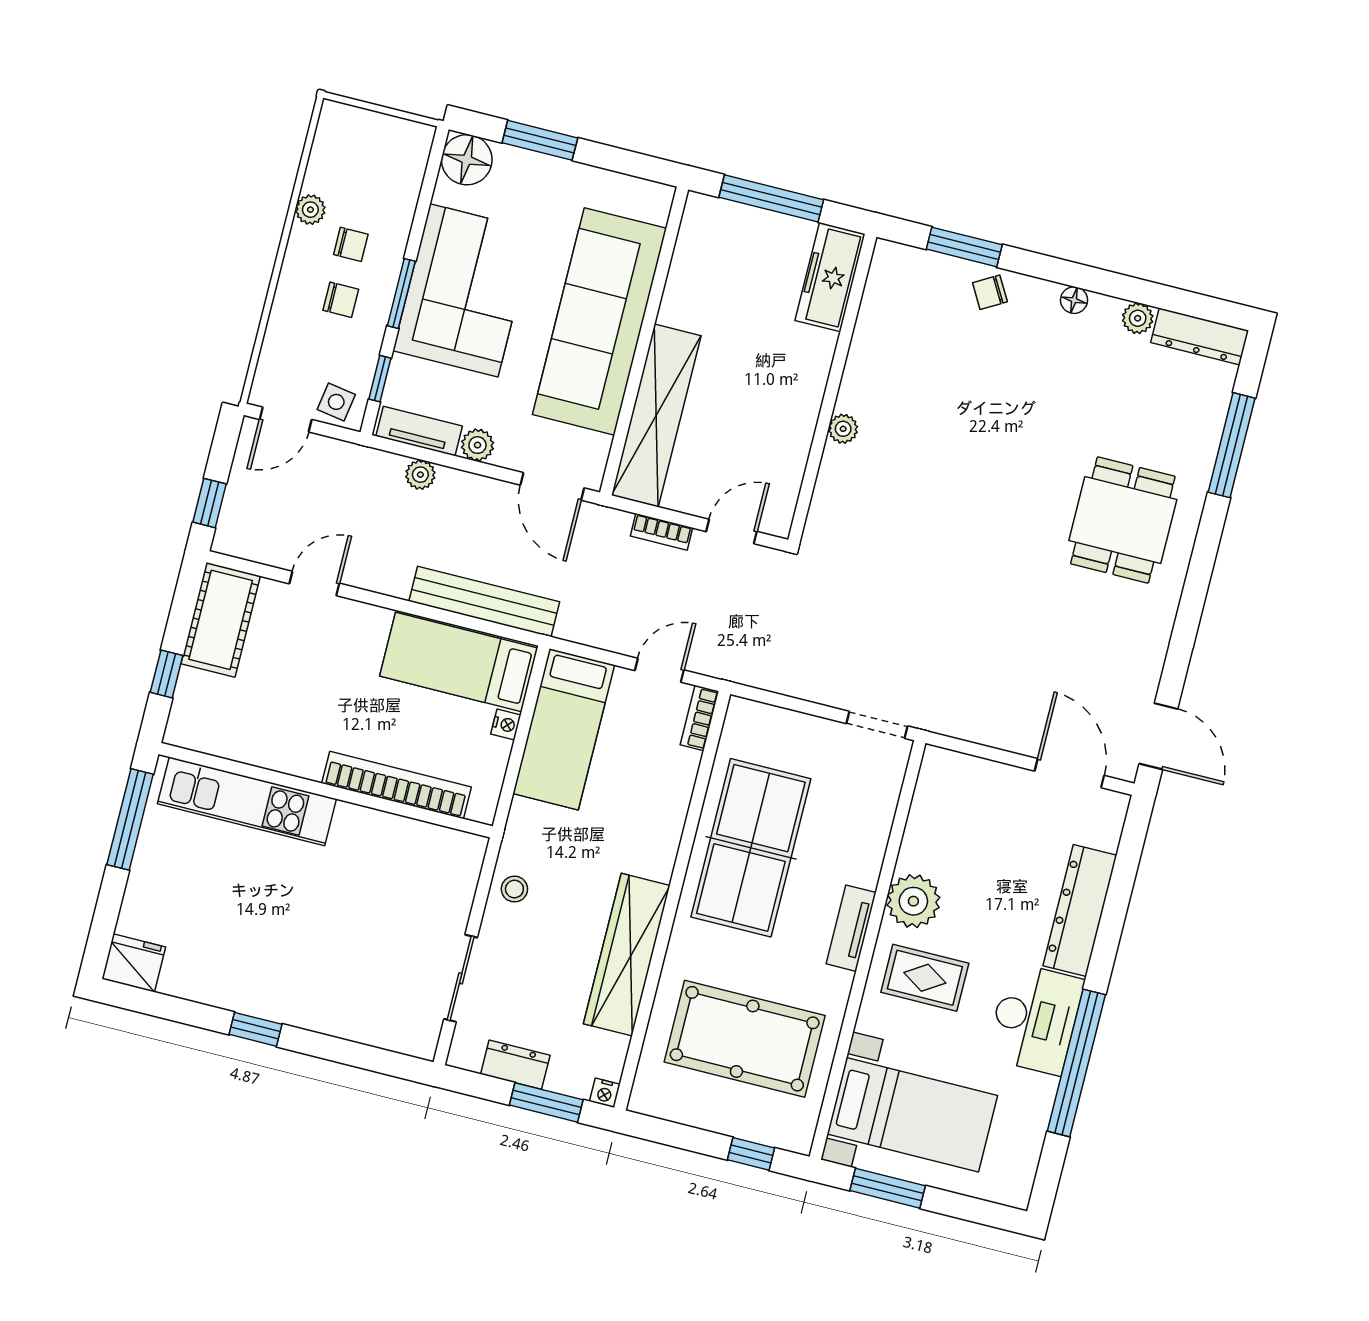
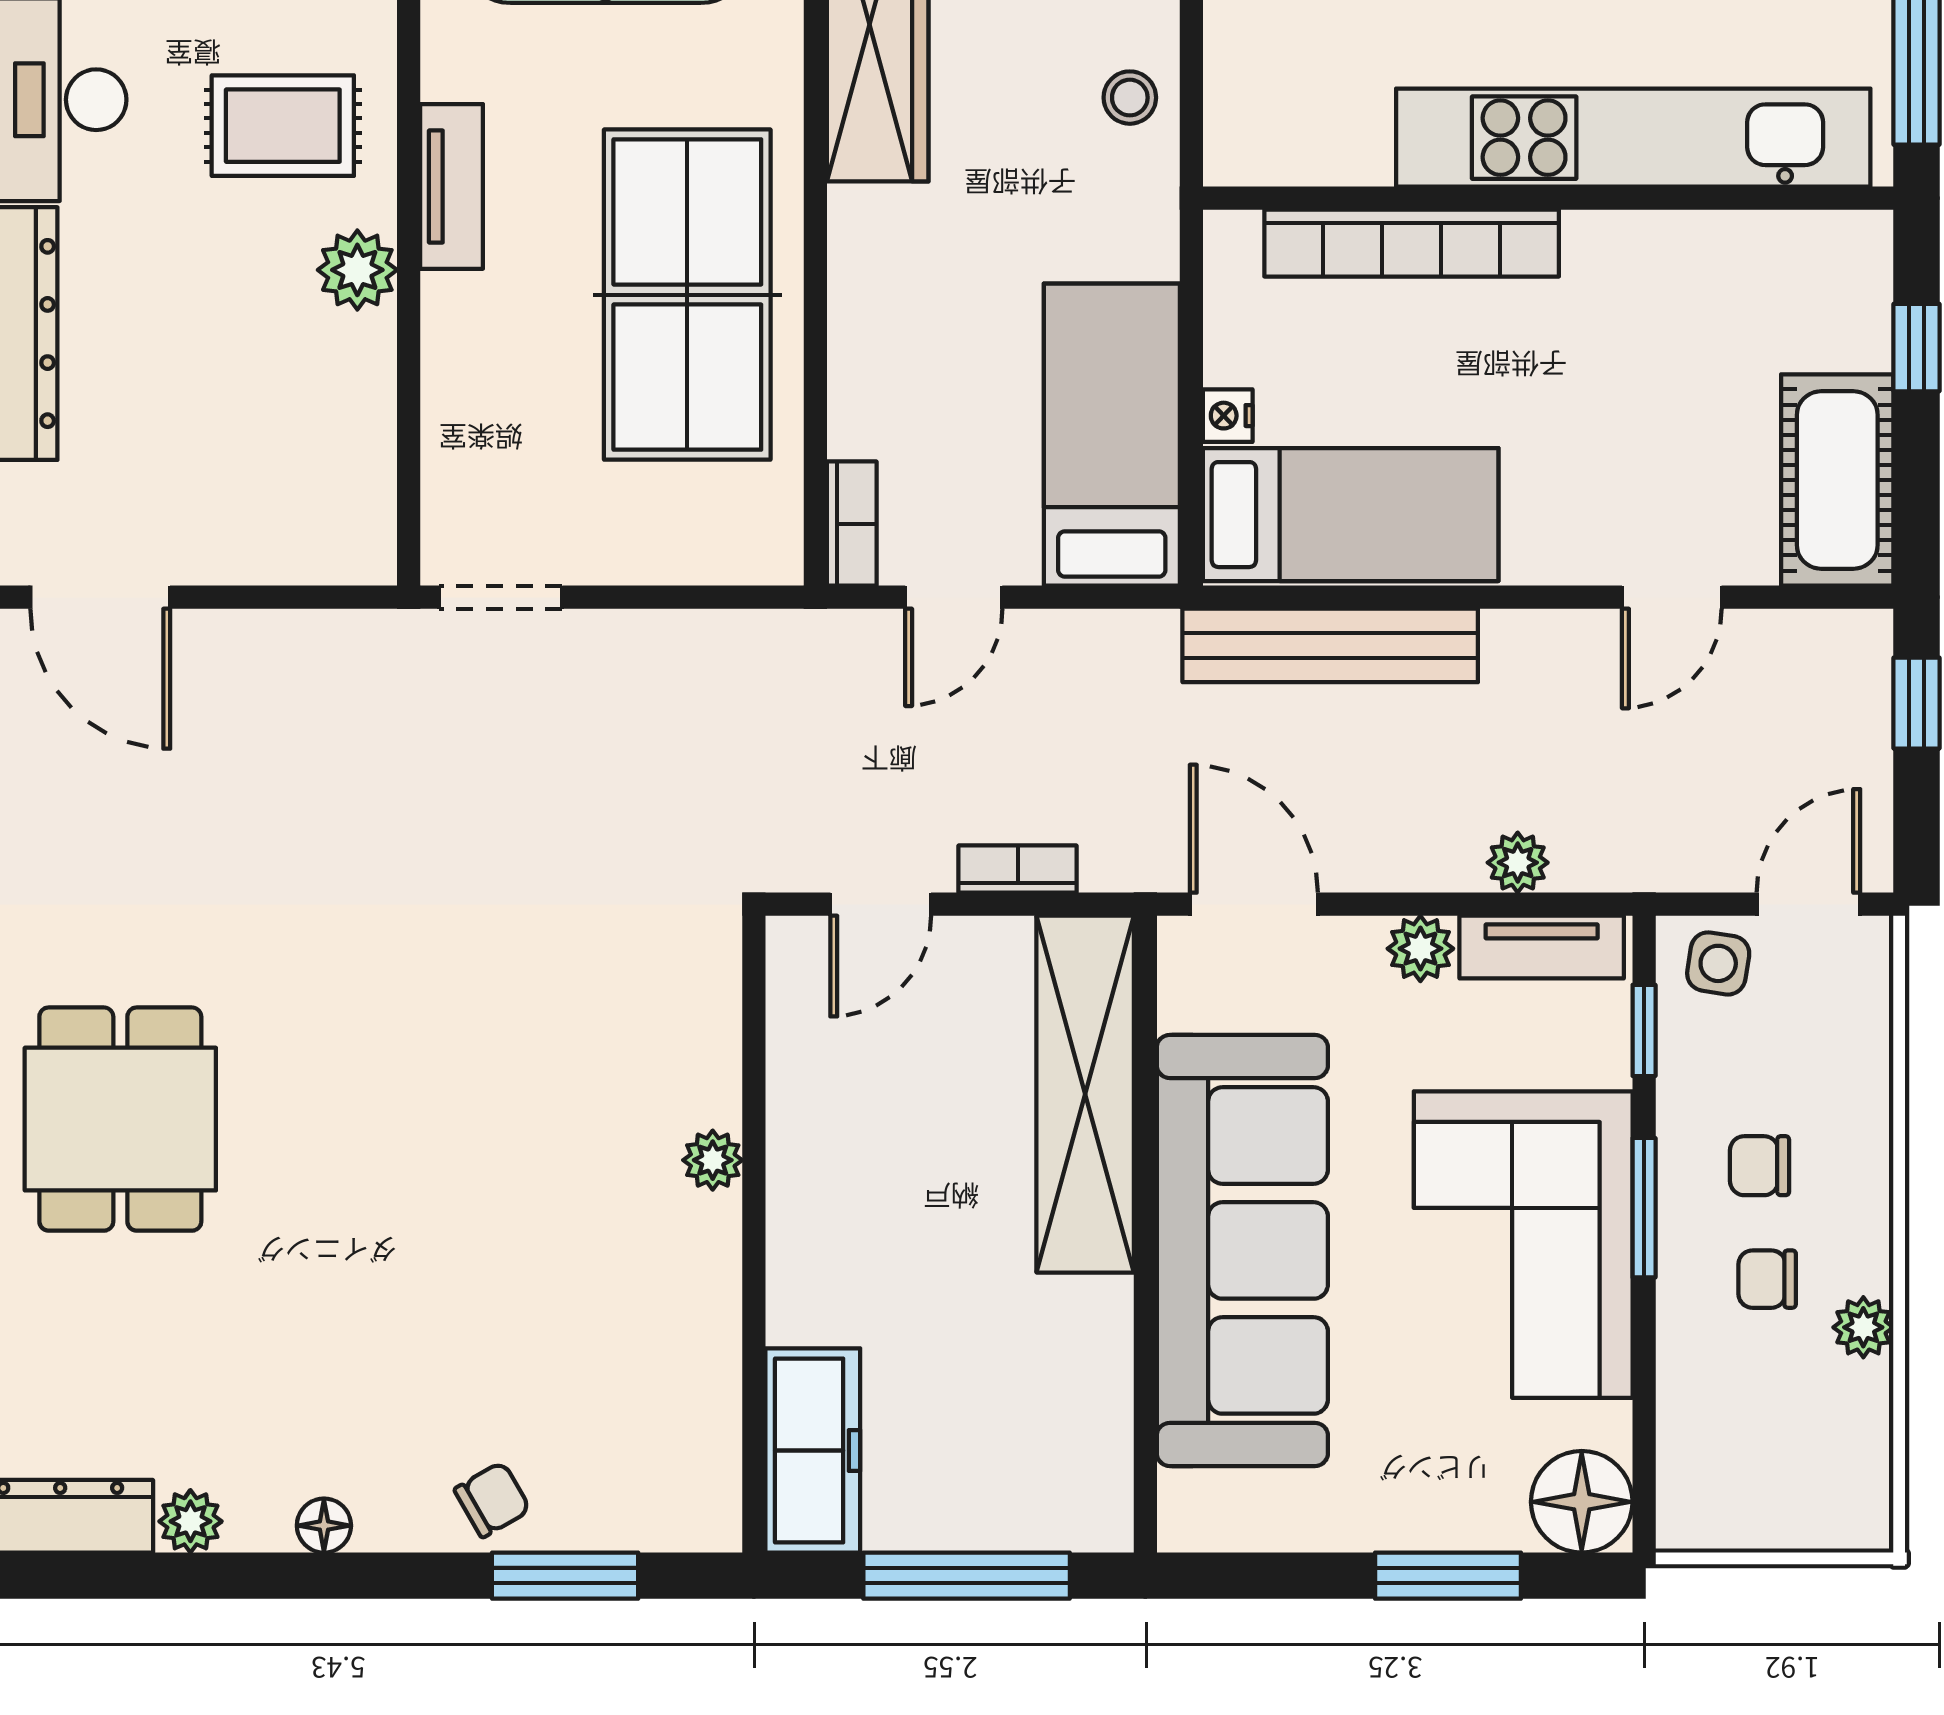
kitchen unit: (247, 801) -> (1633, 138), width x1.36
plant: (913, 901) -> (357, 270), width x0.73, depth x0.73

